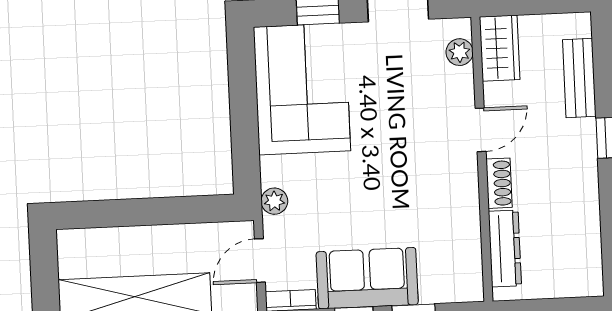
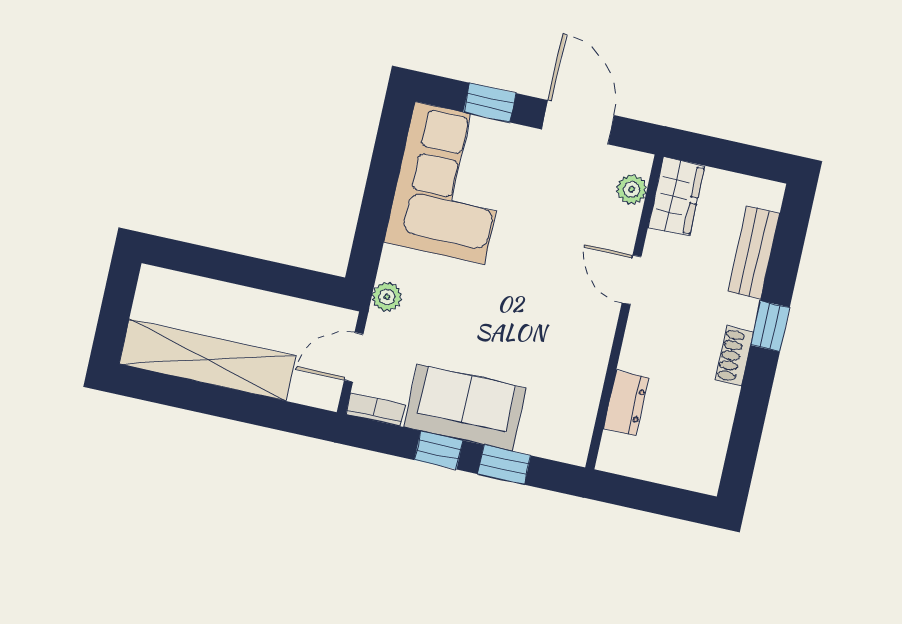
door: (481, 130) -> (632, 280), swing flipped
shoe rack: (499, 183) -> (734, 356), moved, turned 180
dresser: (505, 249) -> (626, 403), width x0.70

